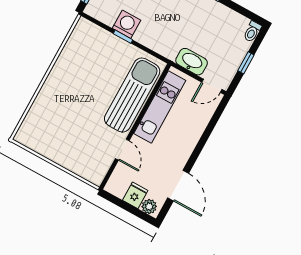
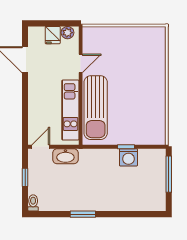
door: (122, 150) -> (81, 63), swing flipped
plant: (149, 207) -> (67, 33), moved

